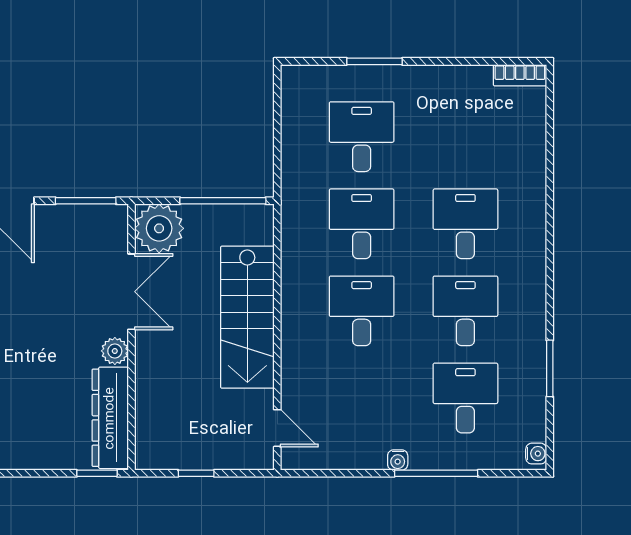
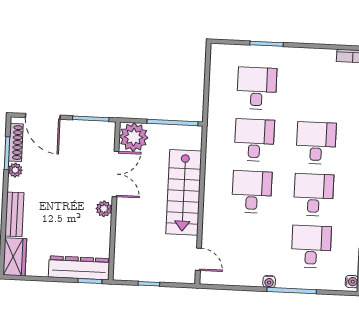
dresser: (110, 418) -> (79, 268), moved, turned 90

